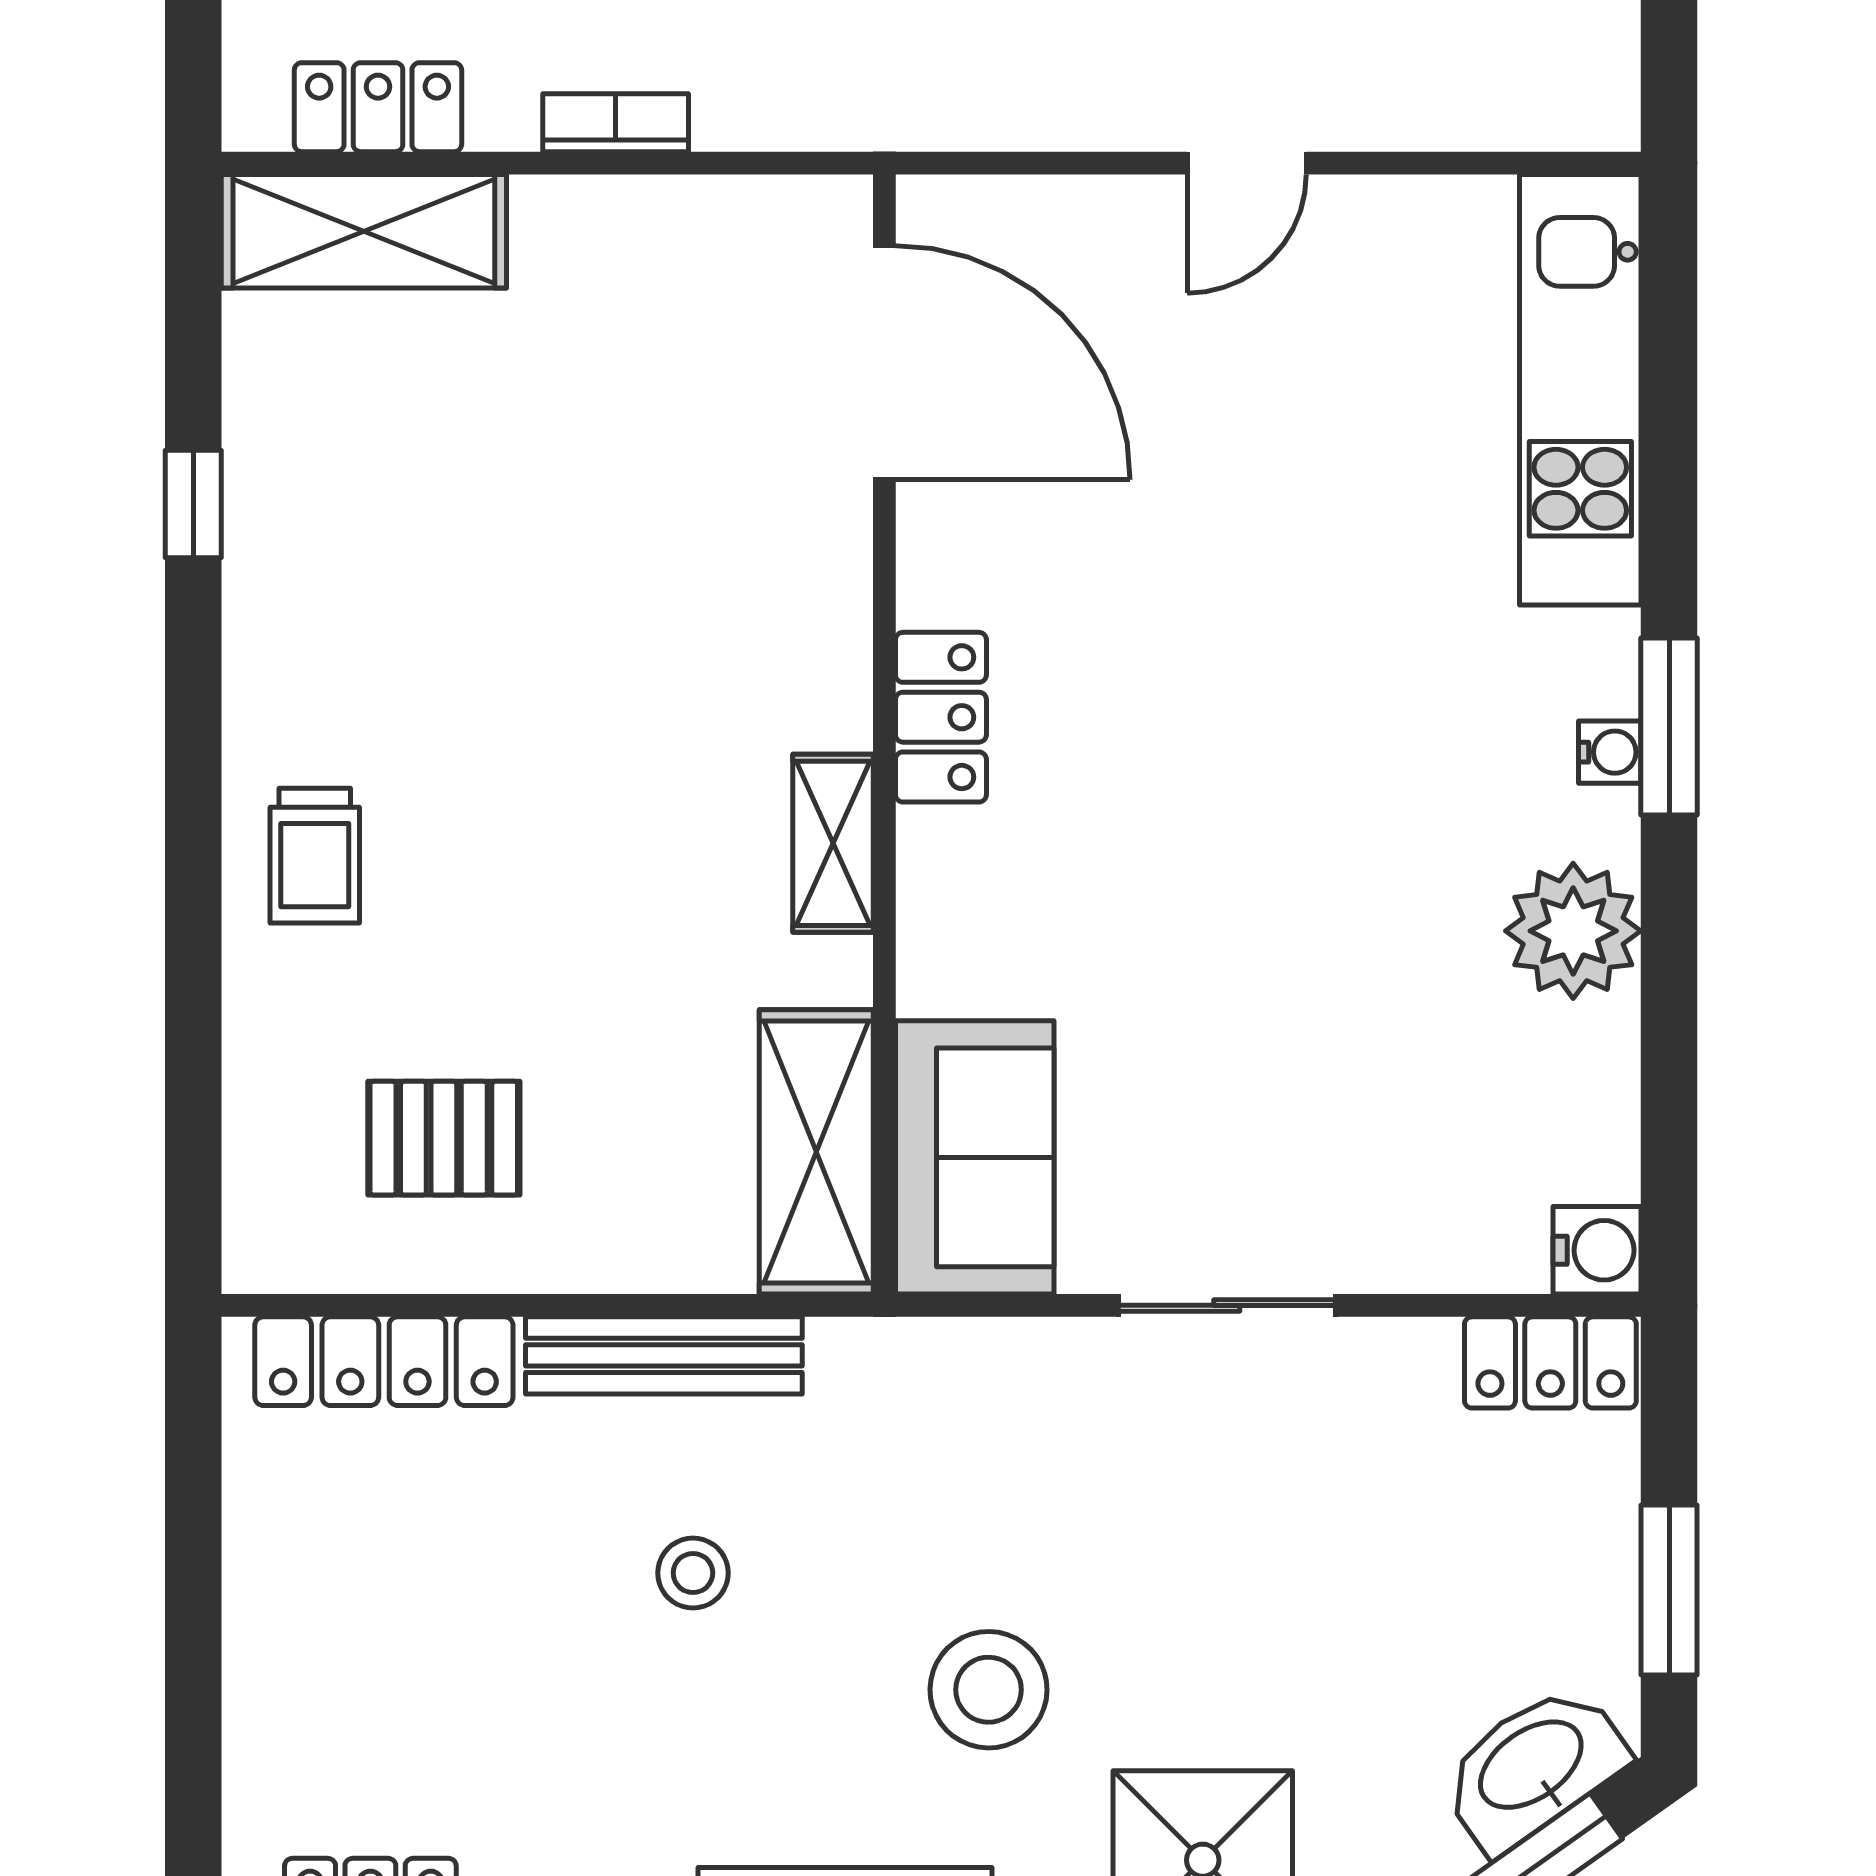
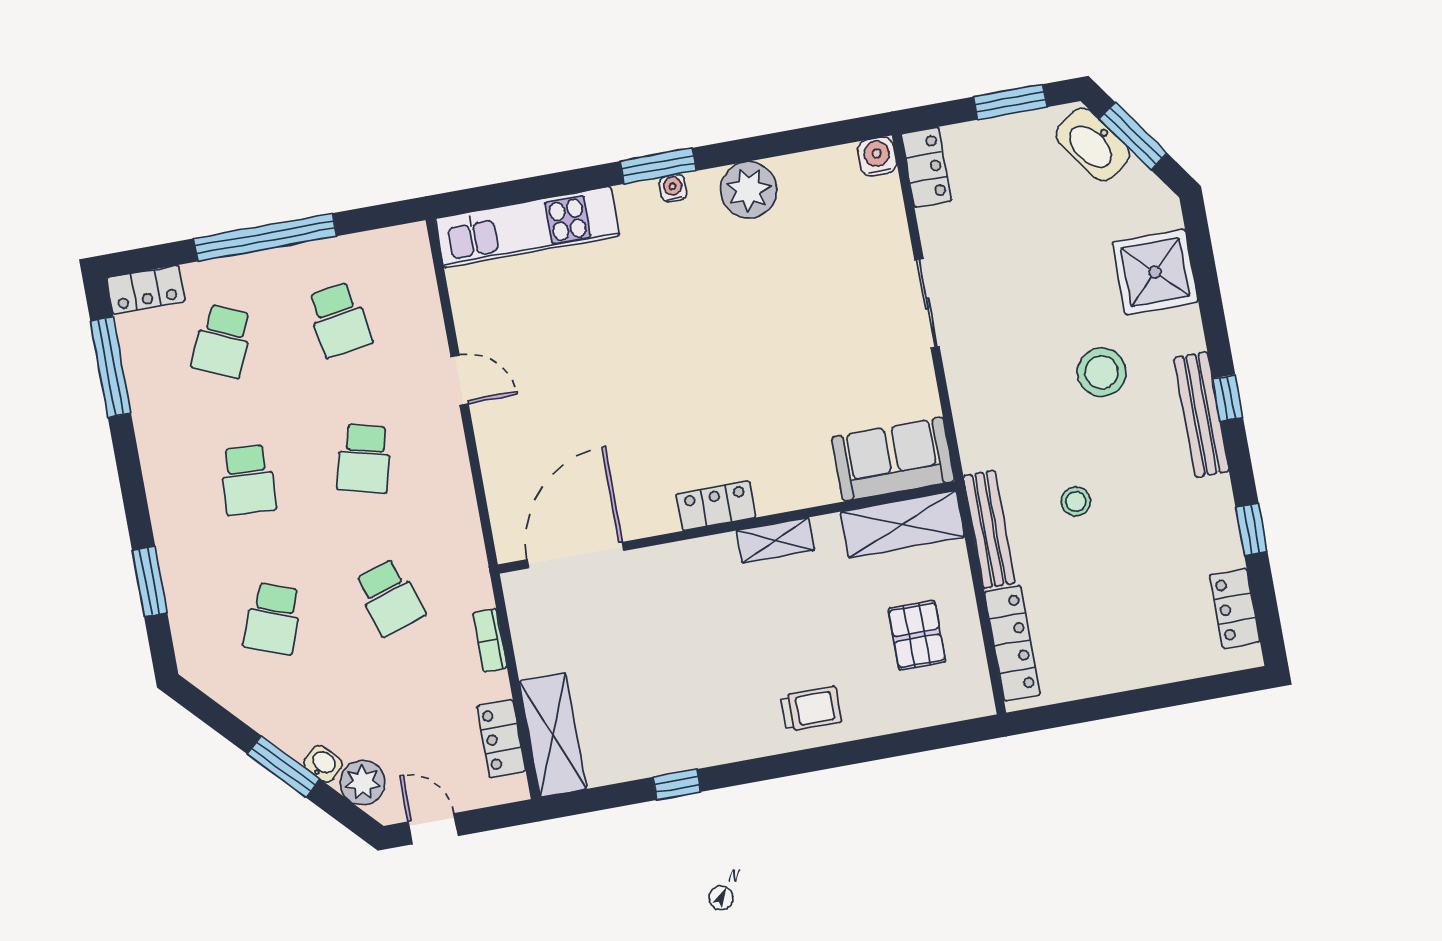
door: (884, 363) -> (575, 555), moved
locker: (941, 717) -> (716, 506), moved
wall: (884, 734) -> (727, 527), moved
shelving: (833, 843) -> (775, 540), moved
shelving: (816, 1152) -> (903, 524), moved
sofa: (975, 1157) -> (893, 459), moved

